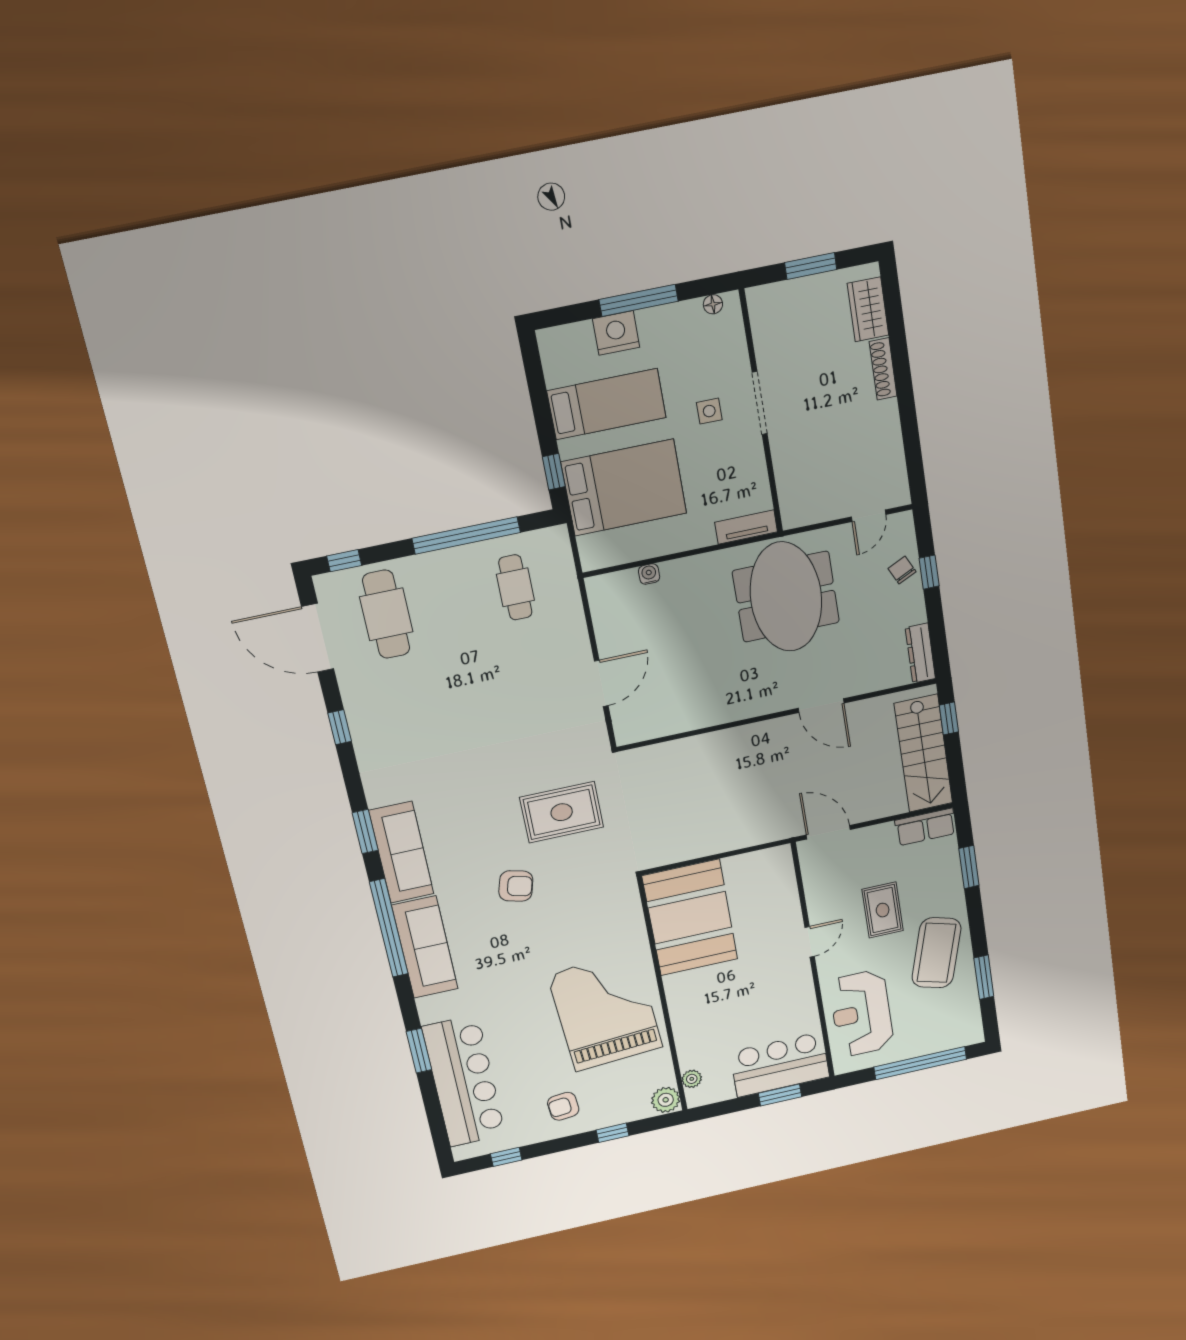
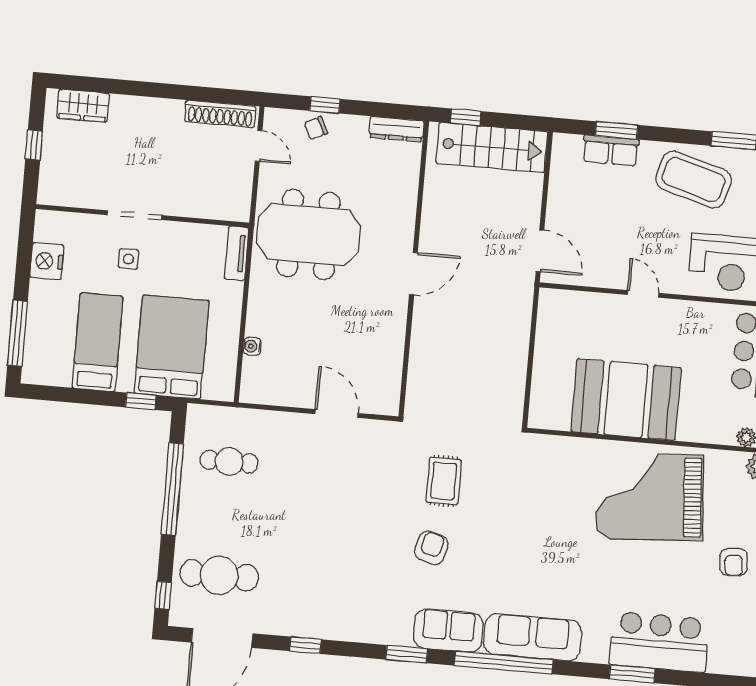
window: (811, 266) -> (34, 145), width x0.67
window: (639, 300) -> (18, 333), moved
floor lamp: (713, 304) -> (42, 233), removed
nightstand: (616, 333) -> (47, 261), moved
shoe rack: (883, 369) -> (220, 114), moved, width x1.36, depth x1.24
door: (821, 706) -> (413, 274), moved
rug: (562, 812) -> (444, 481), width x0.73, depth x0.70
row of seats: (925, 827) -> (611, 151), moved, turned 90
door: (828, 832) -> (540, 251), swing flipped
sofa: (401, 852) -> (448, 631), width x0.73
armchair: (516, 886) -> (431, 548), moved
rug: (883, 910) -> (633, 219), removed
booth: (690, 918) -> (626, 400), moved
bar counter: (464, 1081) -> (659, 642), width x0.73

